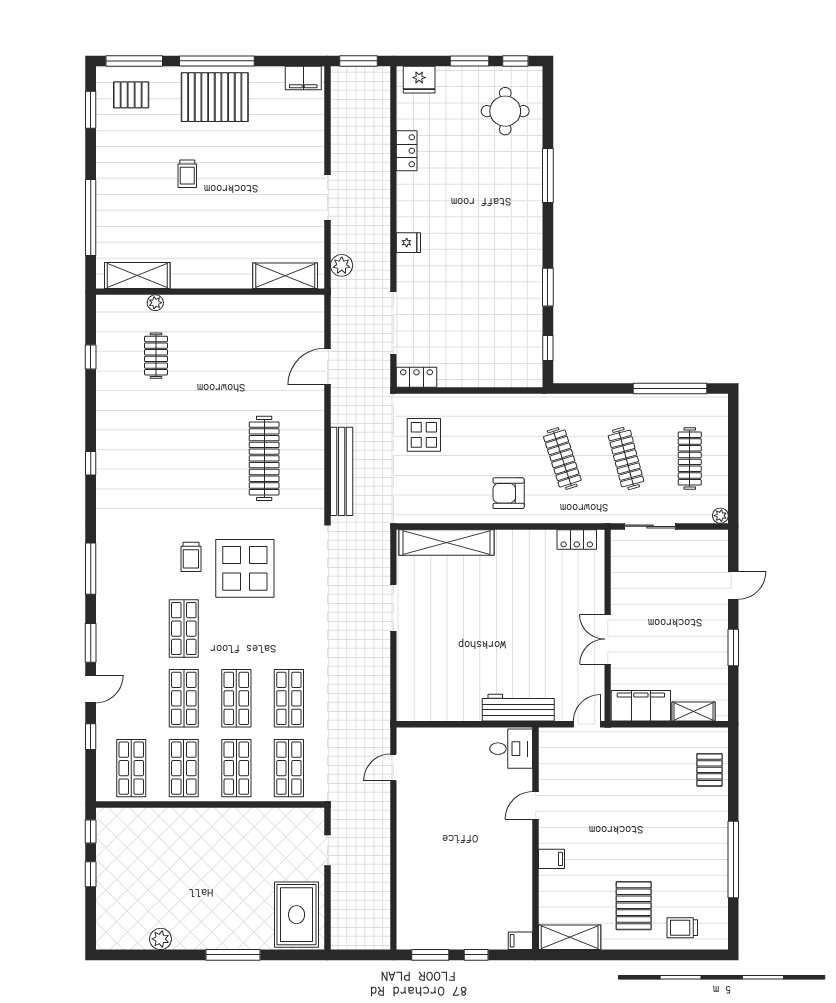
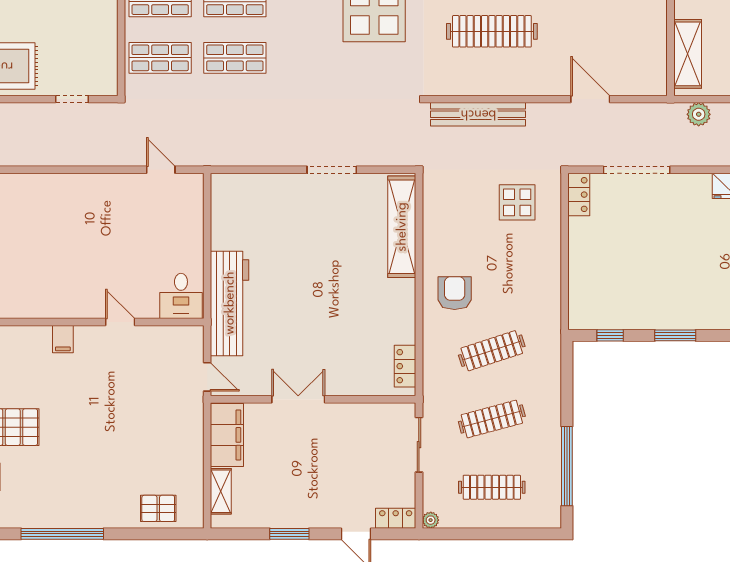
locker: (719, 548) -> (396, 518), added
workbench: (518, 708) -> (230, 303), width x1.36, depth x1.32

